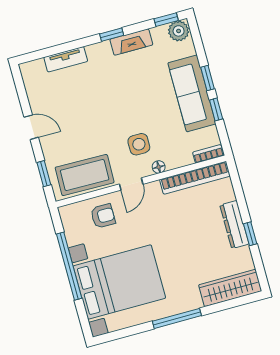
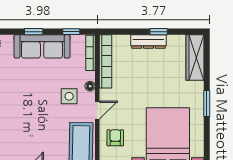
window: (216, 109) -> (71, 32), moved
bookcase: (208, 154) -> (90, 53), width x1.56
door: (131, 184) -> (97, 110), hinge flipped
window: (177, 318) -> (207, 104), width x0.69

